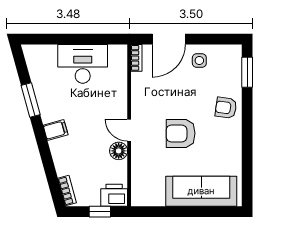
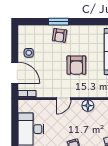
window: (247, 72) -> (59, 22), moved
door: (129, 130) -> (64, 99), moved

